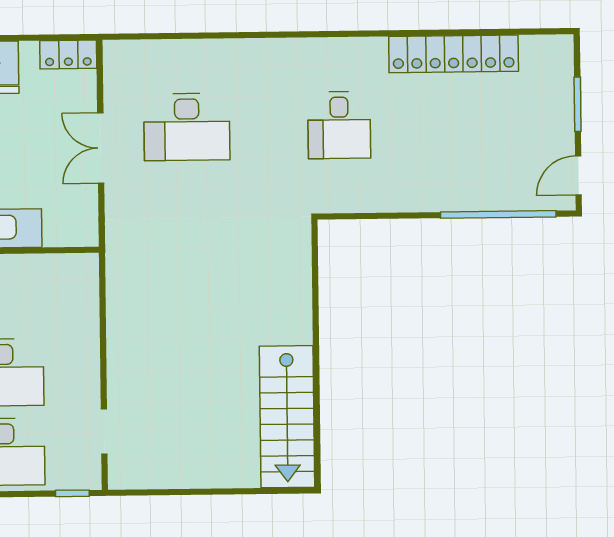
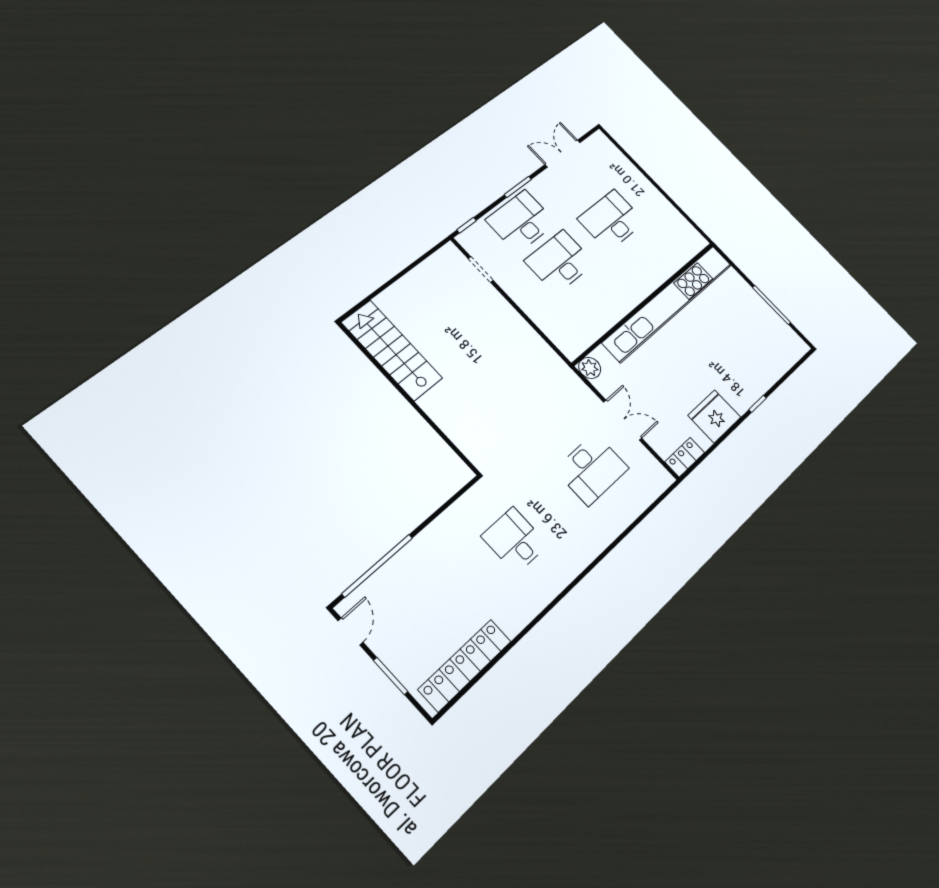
locker: (454, 54) -> (465, 665), moved
desk: (187, 127) -> (592, 469), turned 180
plant: (83, 231) -> (590, 368), added

